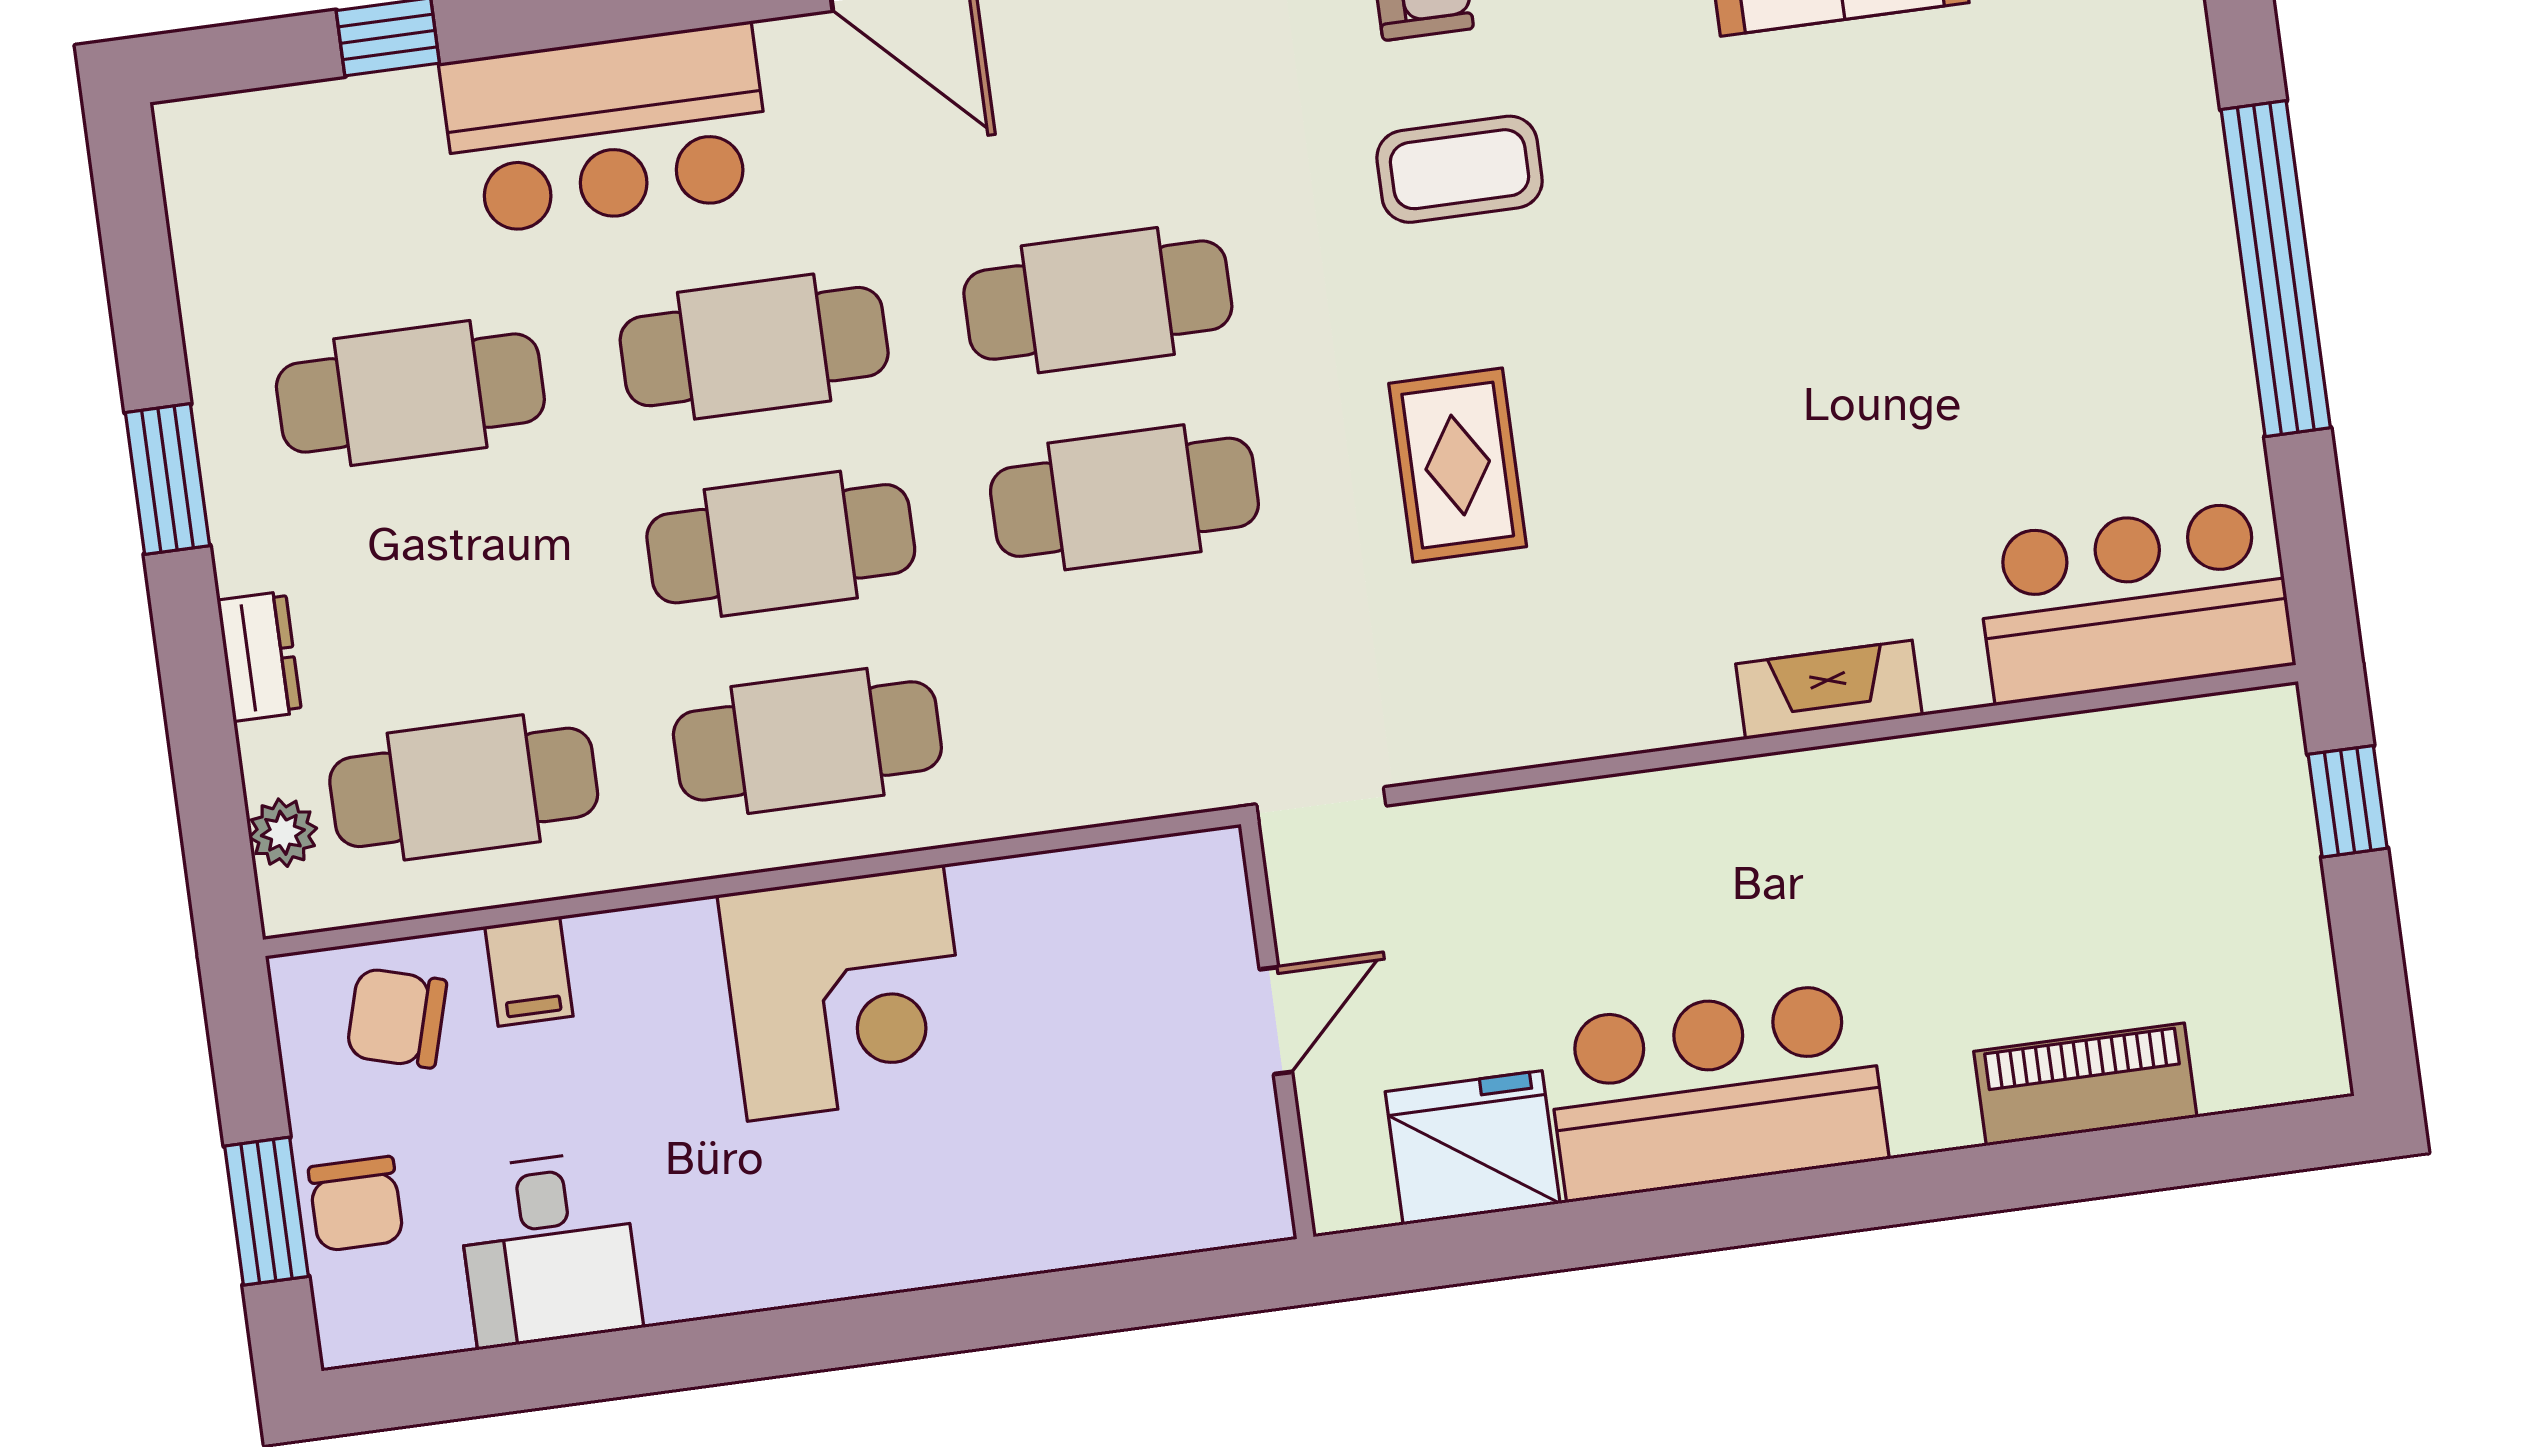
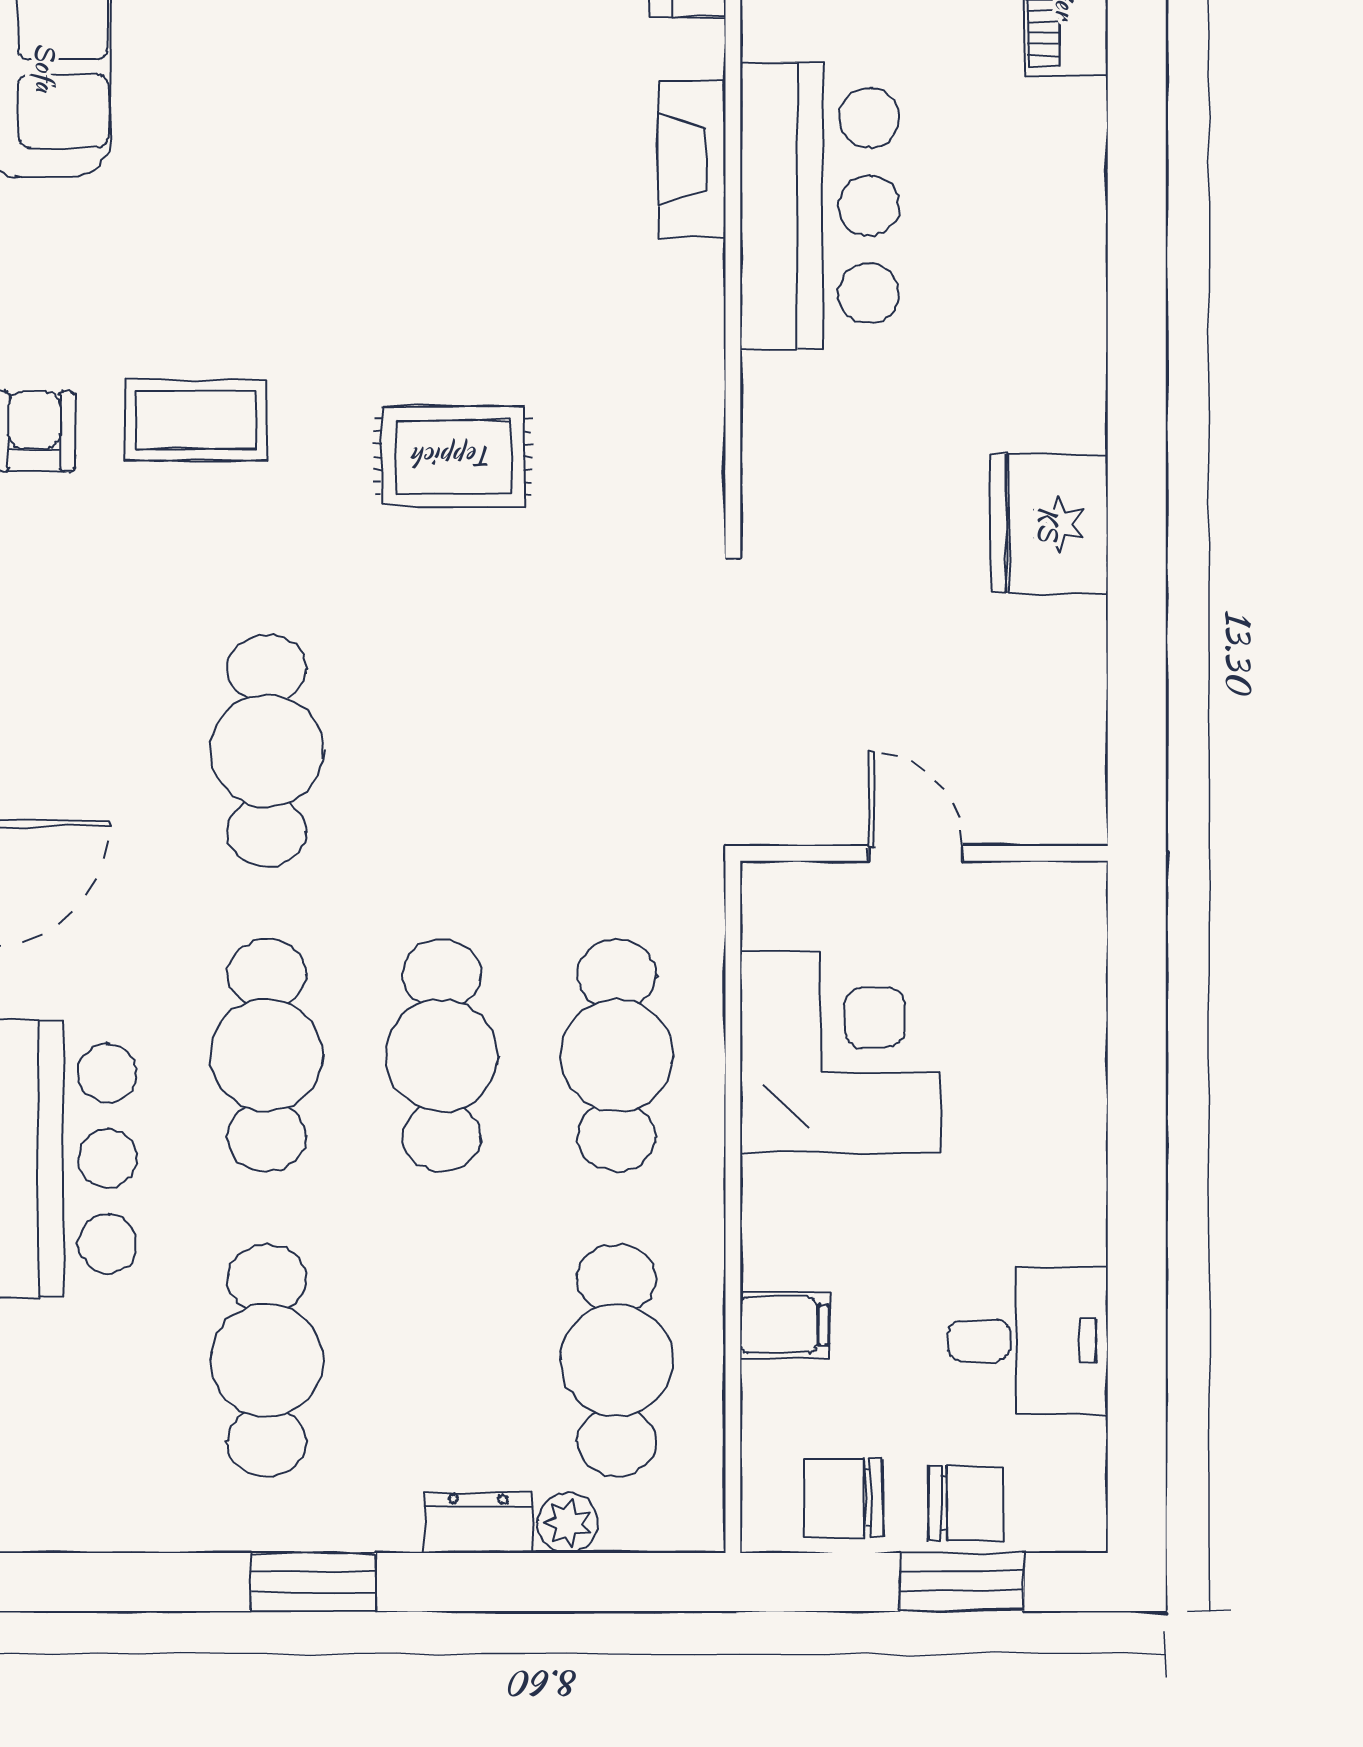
coffee table: (1460, 169) -> (195, 420), turned 90
cafe table: (1124, 497) -> (442, 751), removed
plant: (283, 833) -> (568, 1523), moved
chair: (397, 1018) -> (844, 1498), moved, turned 74
door: (1276, 1021) -> (915, 853), moved
wall: (1277, 1030) -> (924, 853), moved
bar counter: (1716, 1091) -> (820, 206), moved, turned 180

